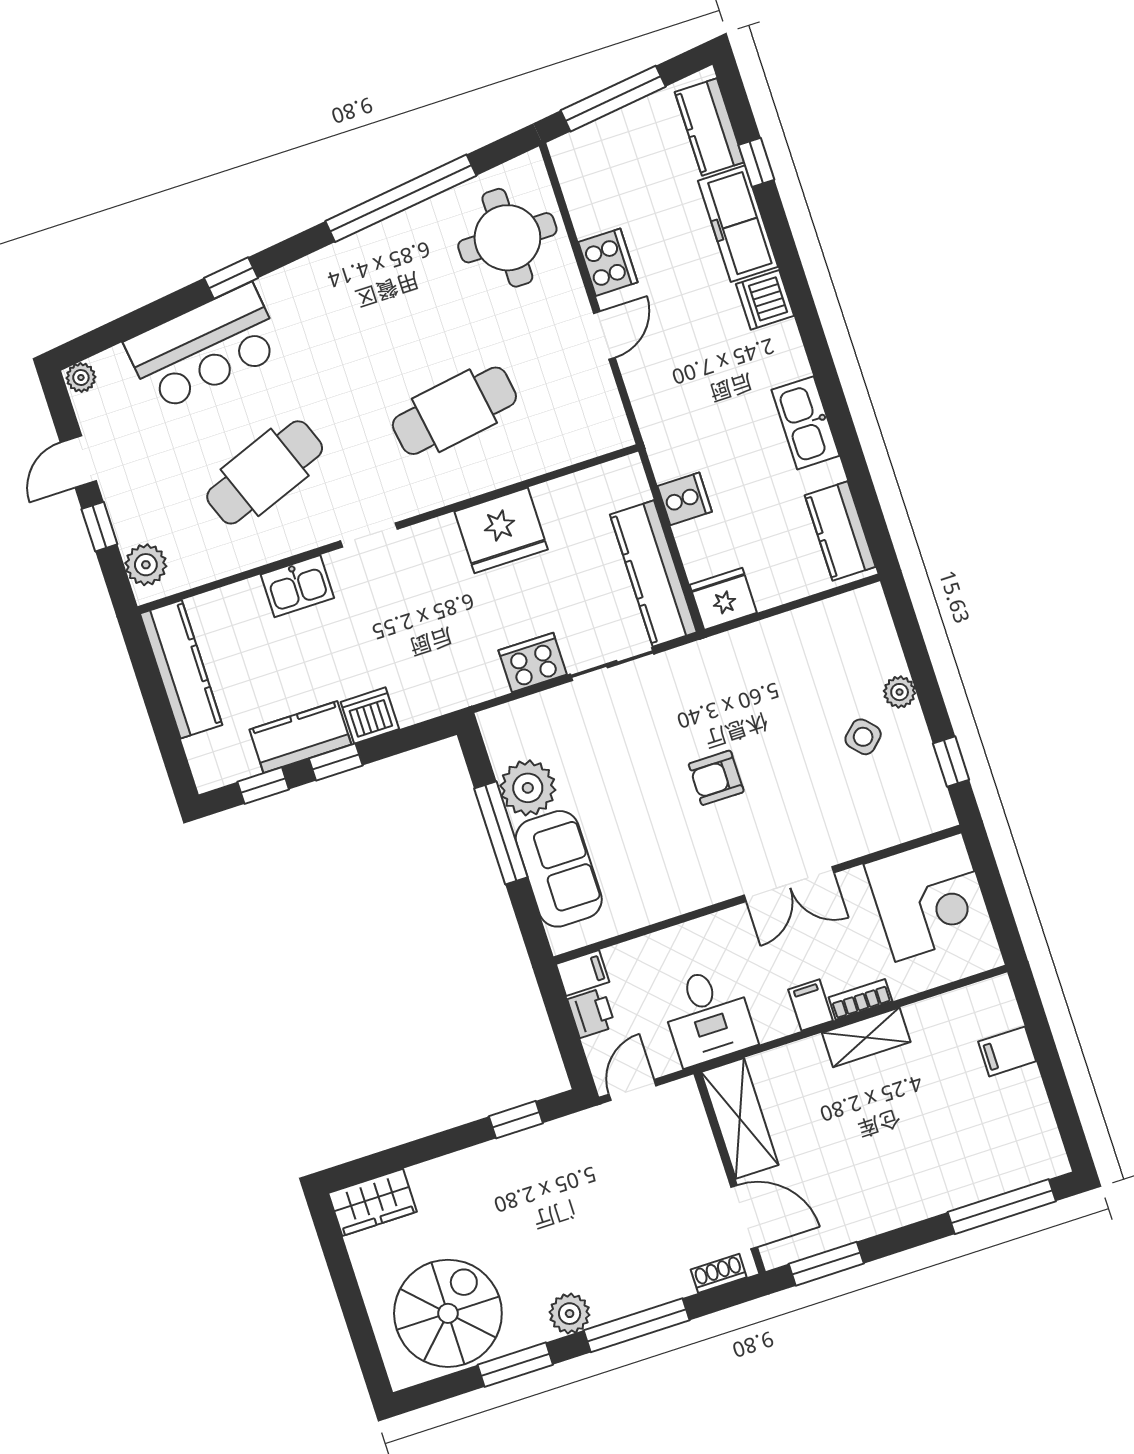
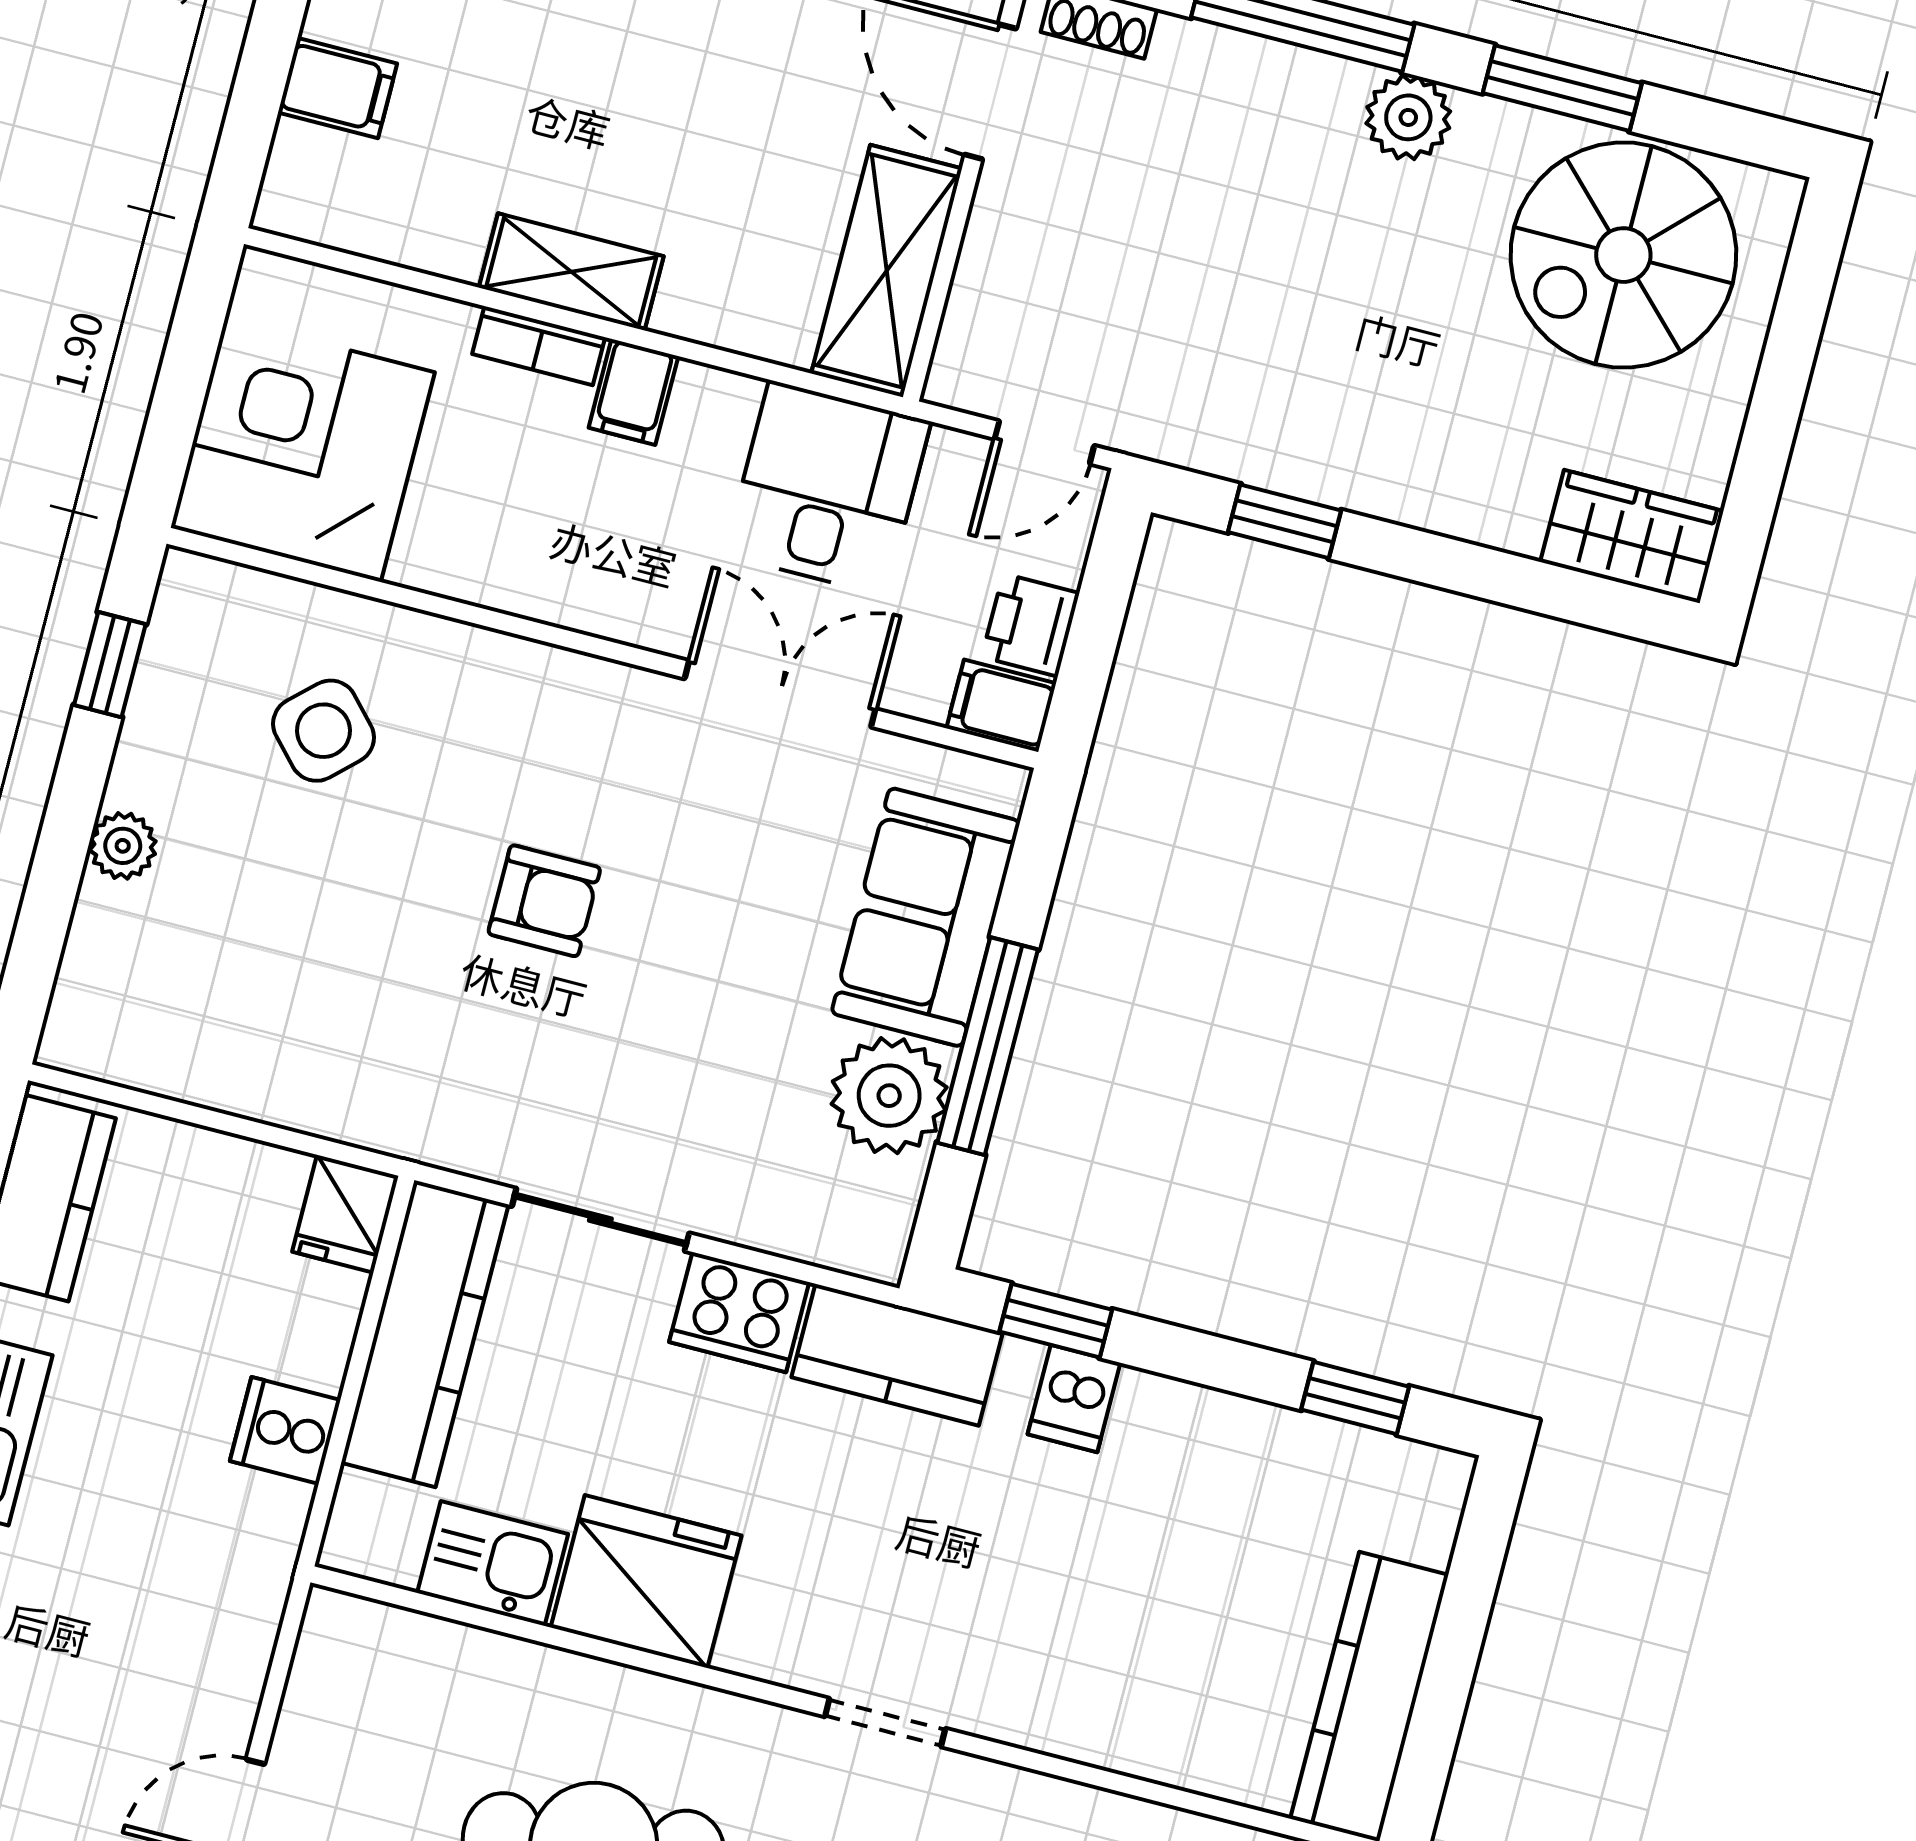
kitchen sink: (297, 586) -> (493, 1563), moved
fridge: (723, 599) -> (345, 1214), width x0.72
dishwasher: (370, 715) -> (1074, 1398), width x0.73
kitchen counter: (300, 737) -> (897, 1355), moved
side table: (863, 737) -> (324, 731), moved, width x1.37, depth x1.37
window: (336, 762) -> (1056, 1321), moved
double door: (789, 884) -> (780, 694), moved

